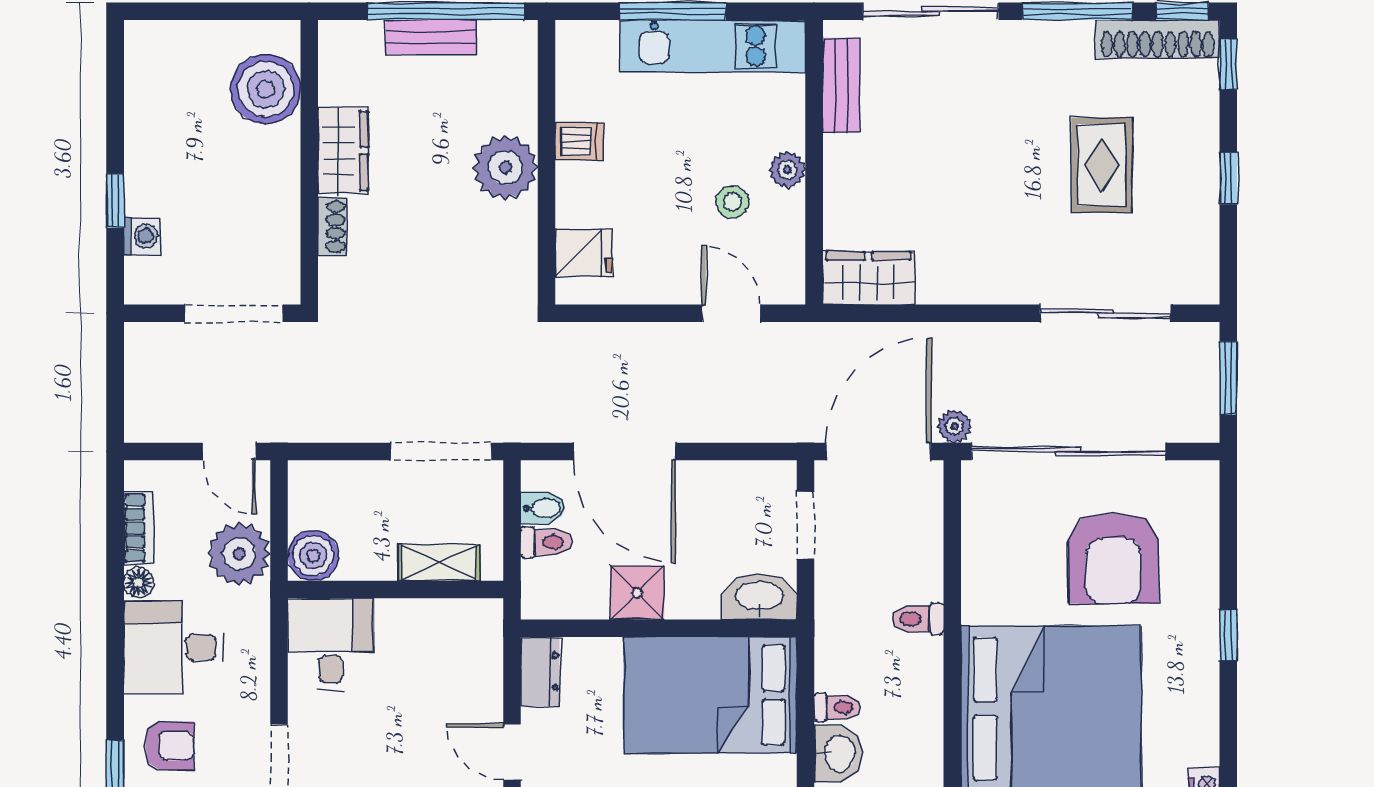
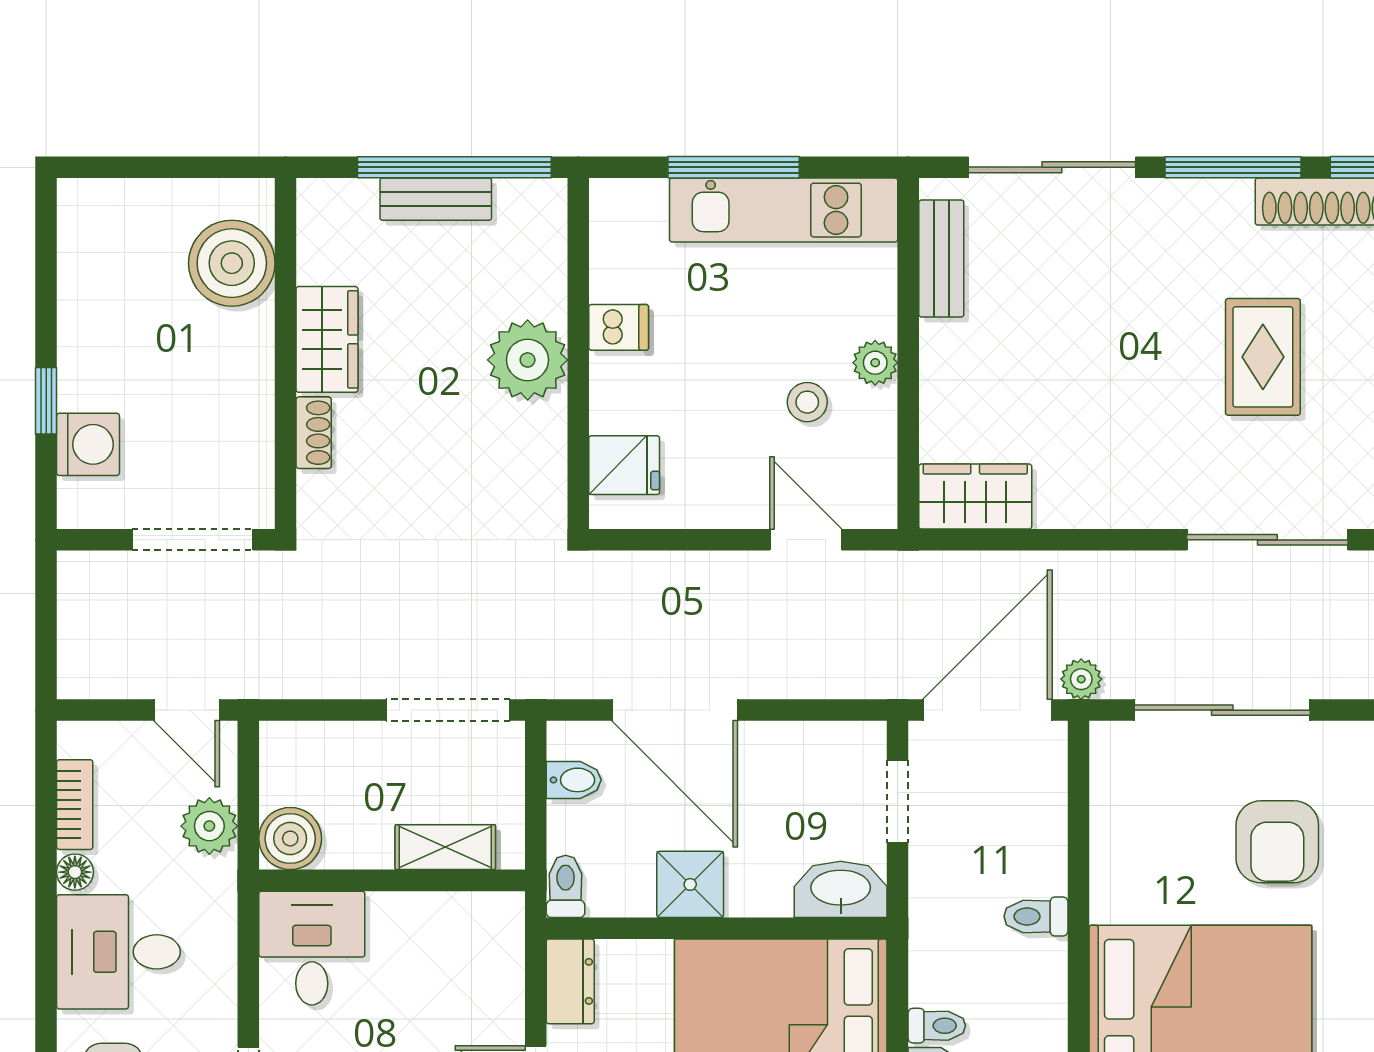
washing machine: (142, 236) -> (88, 444), width x1.38, depth x1.38
sliding door: (1069, 451) -> (1222, 710), width x0.73
toilet: (546, 542) -> (566, 886), moved, turned -90
plant: (239, 554) -> (209, 826), width x0.73, depth x0.73
armchair: (1113, 558) -> (1277, 842), width x0.73, depth x0.73

